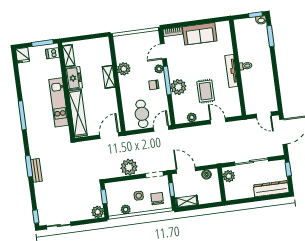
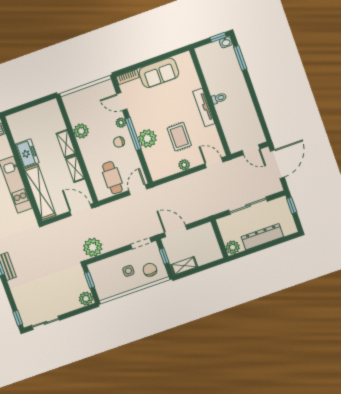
door: (163, 51) -> (122, 102), hinge flipped
shelving: (69, 56) -> (75, 169), moved
plant: (192, 117) -> (184, 165), moved
door: (218, 121) -> (214, 163), moved
door: (109, 135) -> (81, 210), hinge flipped
plant: (129, 167) -> (93, 247), moved
boiler: (207, 174) -> (200, 231), removed
plant: (229, 176) -> (233, 247), moved
dresser: (271, 189) -> (262, 237), moved
plant: (126, 210) -> (117, 289), removed

